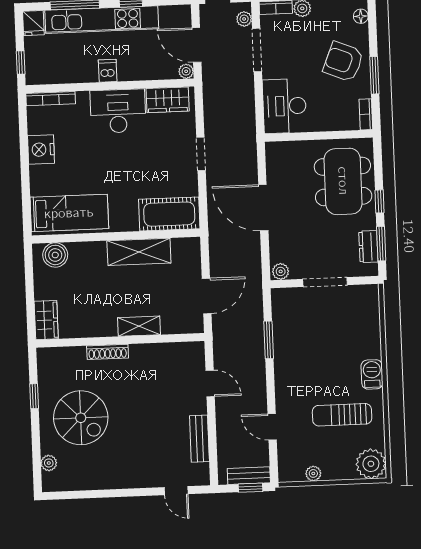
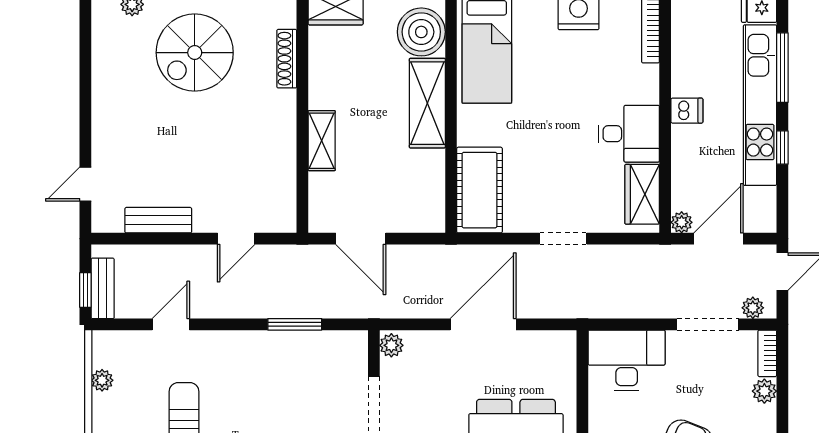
desk: (118, 111) -> (629, 134), width x0.73
shelving: (139, 252) -> (427, 103), moved
boiler: (55, 255) -> (421, 32), width x1.37, depth x1.37
shoe rack: (108, 352) -> (287, 59), moved

